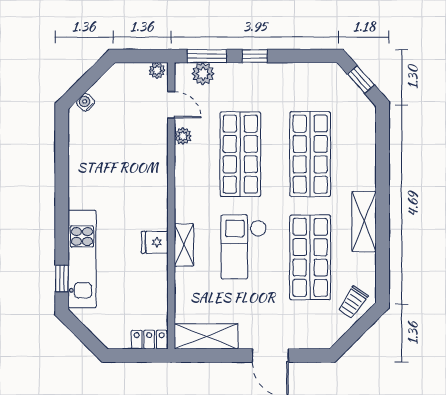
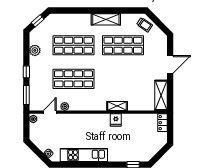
plant: (203, 74) -> (35, 50), moved
checkout: (244, 247) -> (118, 77), removed
kitchen unit: (82, 259) -> (84, 155), moved

